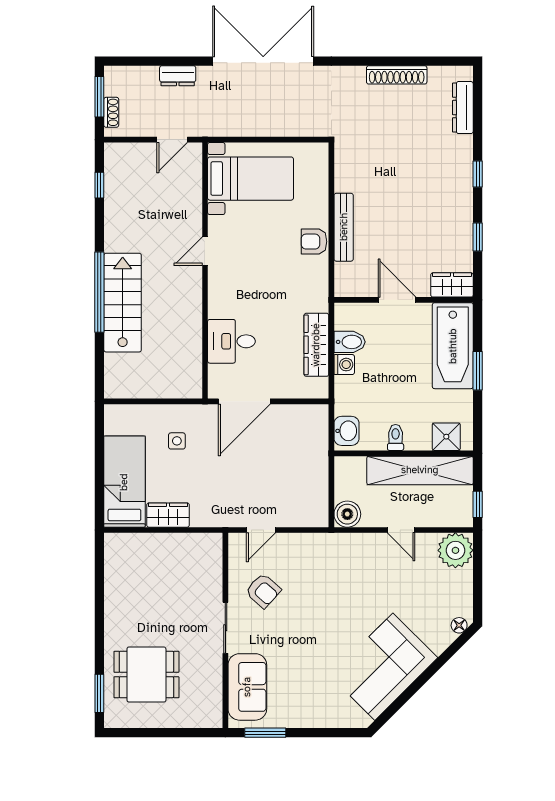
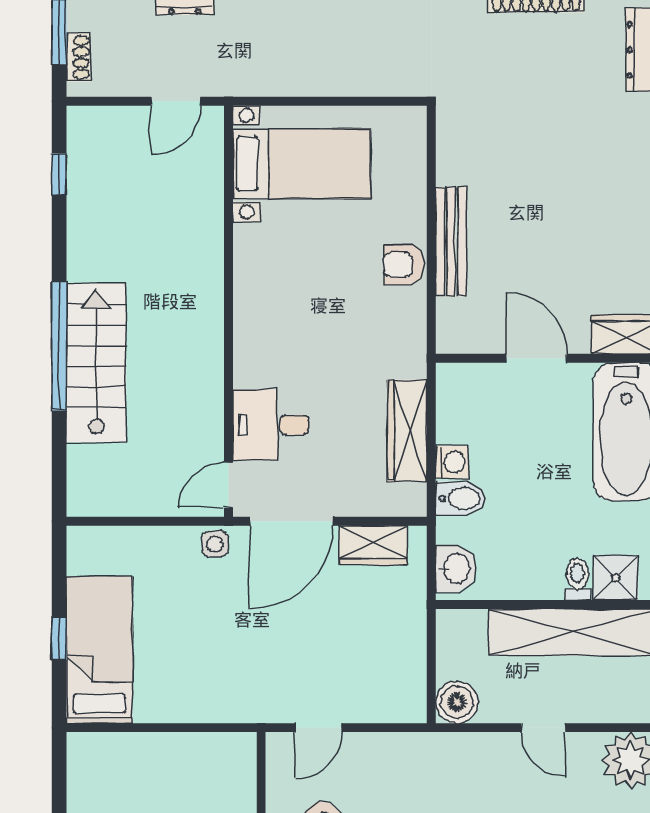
door: (205, 251) -> (229, 485), moved
bidet: (350, 342) -> (461, 498), moved
toilet: (396, 438) -> (578, 579), moved
side table: (177, 441) -> (215, 544), moved
window: (99, 474) -> (59, 638), added
wardrobe: (168, 515) -> (373, 545), moved, turned 180

